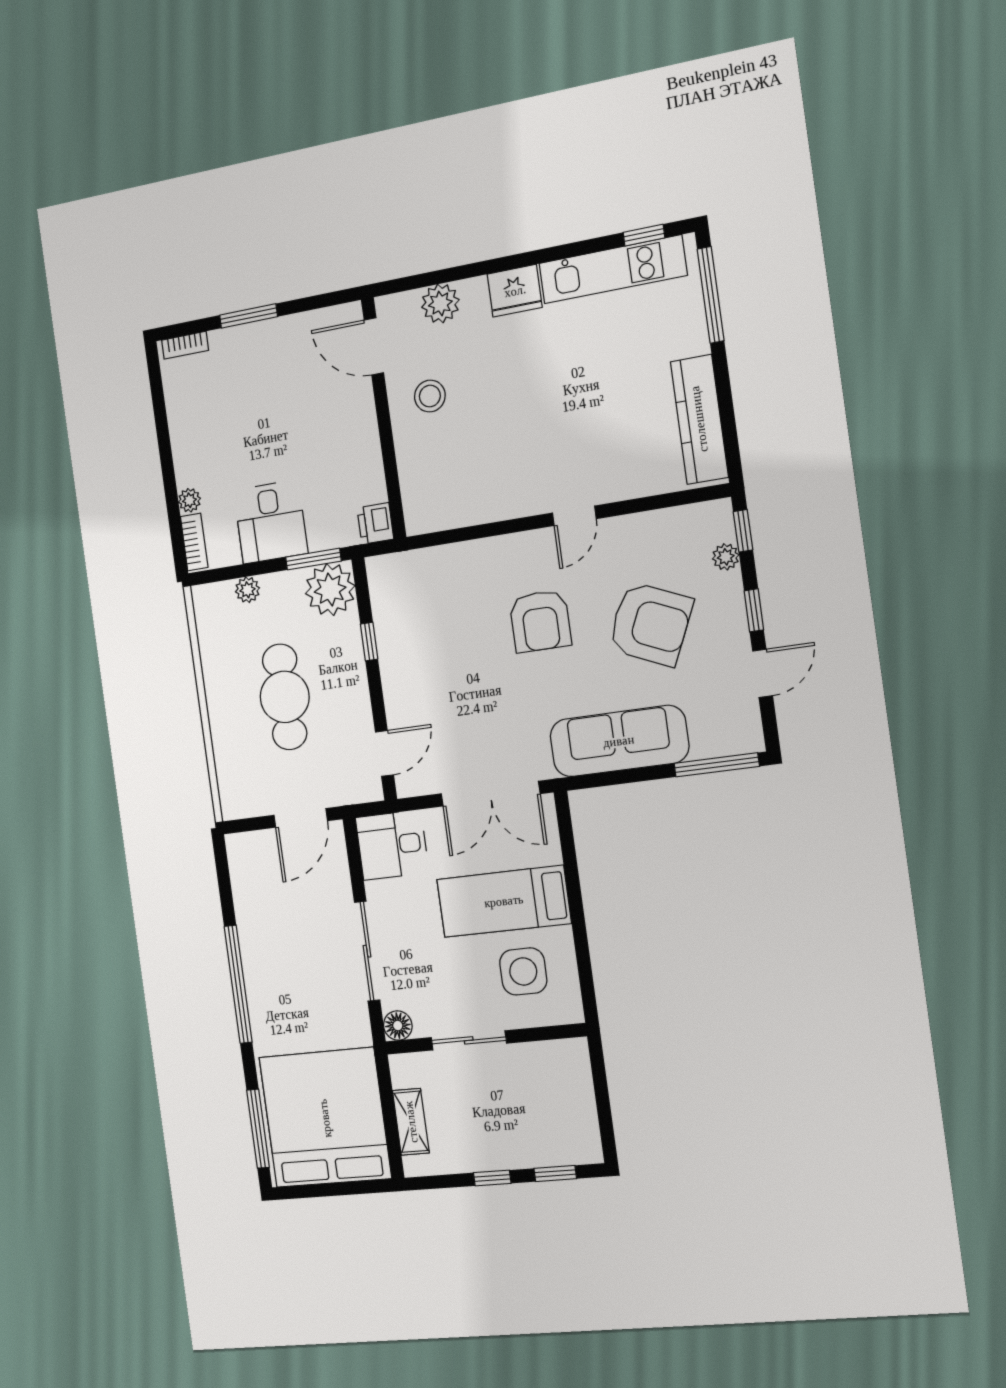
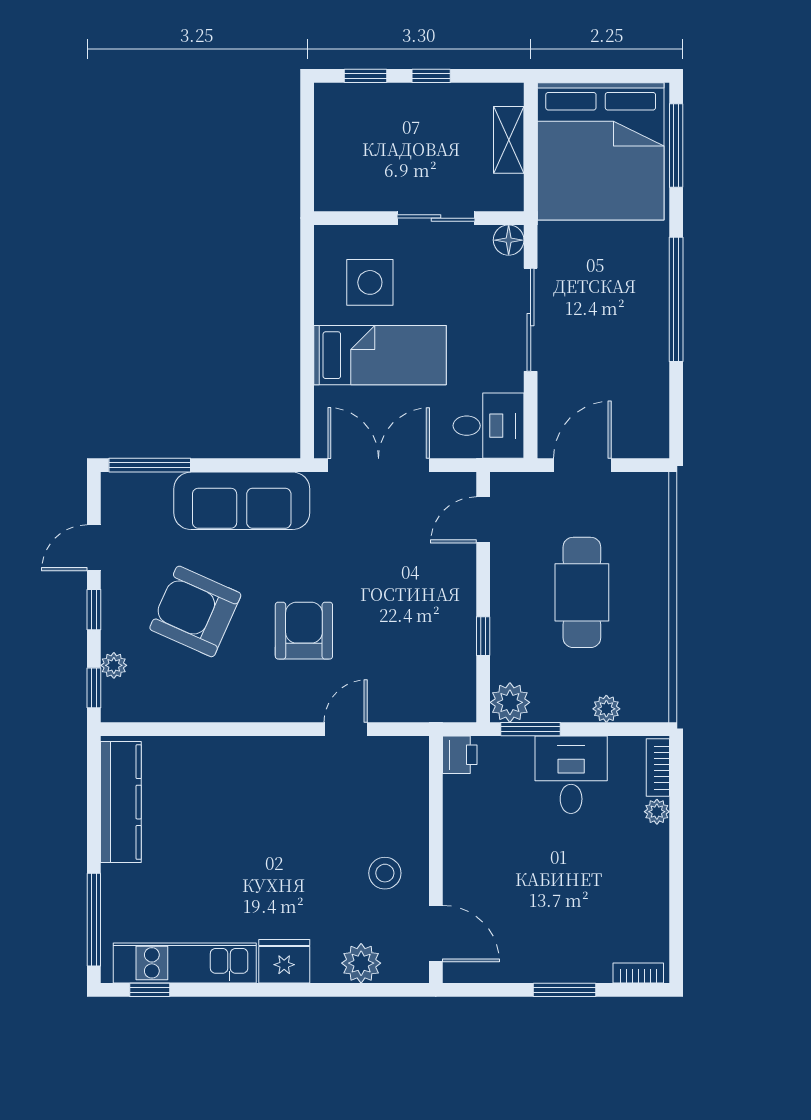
door: (574, 516) -> (346, 729), moved
plant: (330, 590) -> (510, 702), width x0.73, depth x0.73

